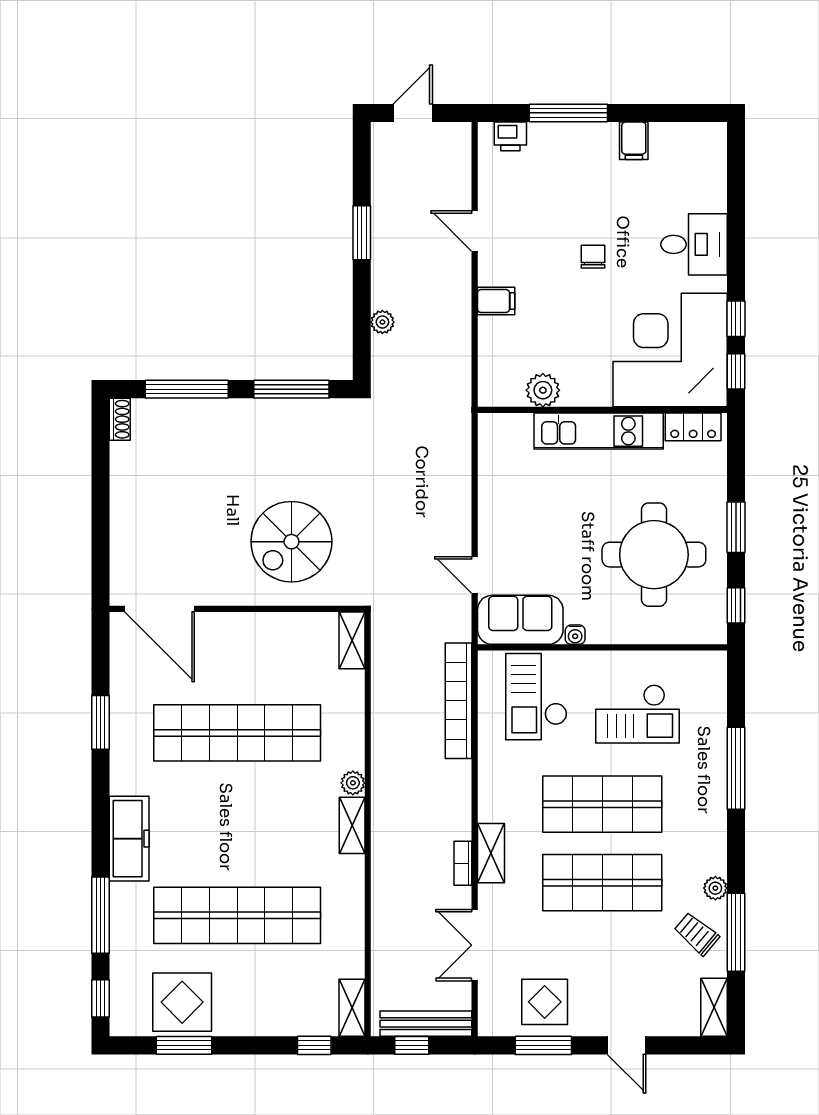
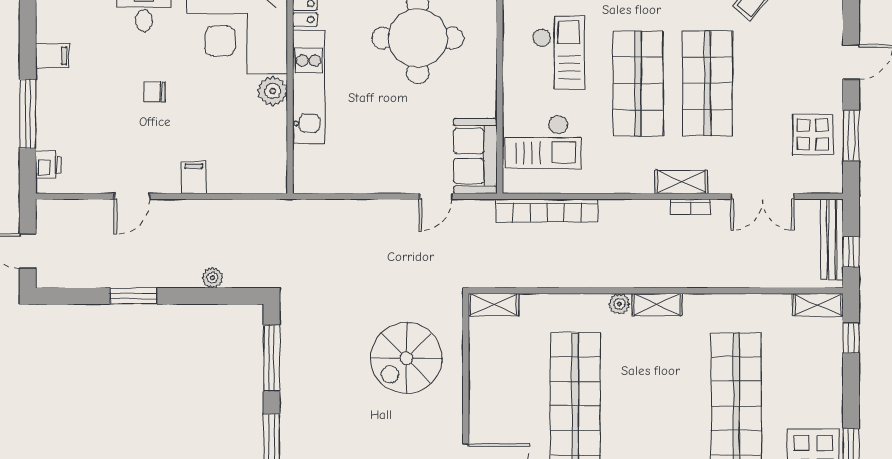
plant: (543, 390) -> (273, 91), moved
spiral stairs: (291, 542) -> (406, 358), turned 90
water cooler: (575, 635) -> (488, 108), removed

